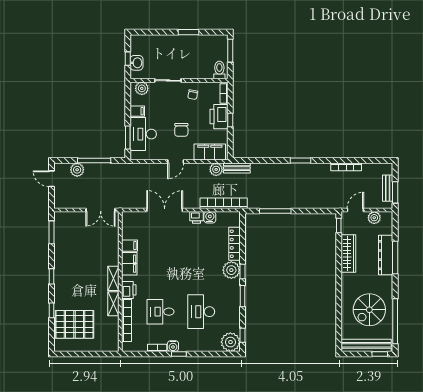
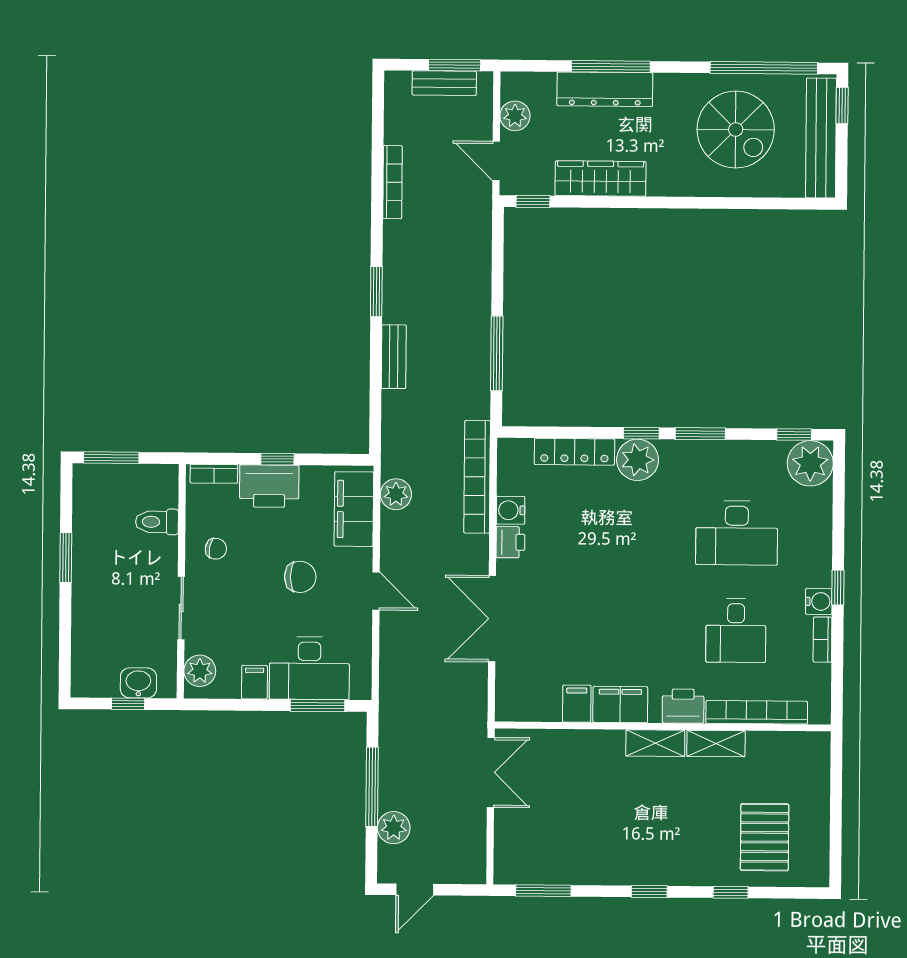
toilet: (219, 70) -> (157, 522), moved
bench: (237, 168) -> (394, 357), moved
pallet: (75, 324) -> (765, 837), width x0.73, depth x0.71

